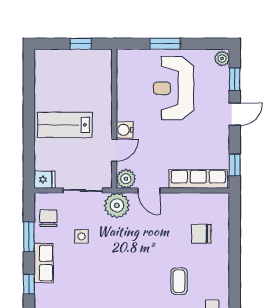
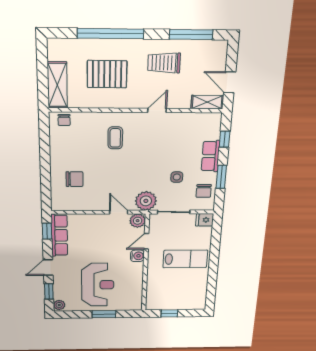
row of seats: (198, 179) -> (59, 235), moved, turned -90
coffee table: (179, 281) -> (115, 138), moved

